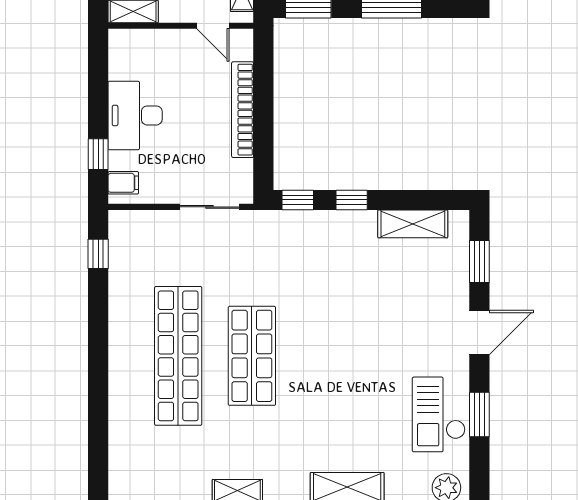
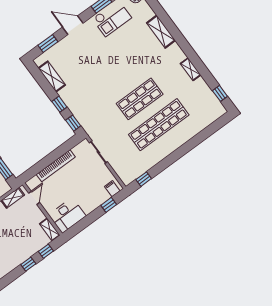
desk: (135, 115) -> (67, 215), moved

